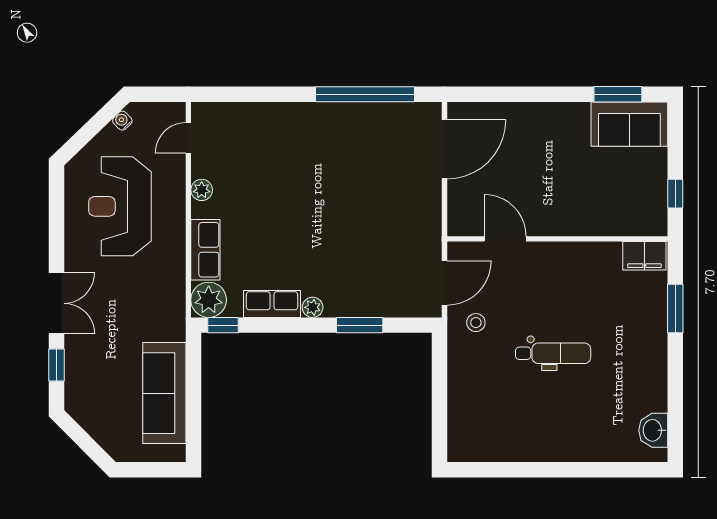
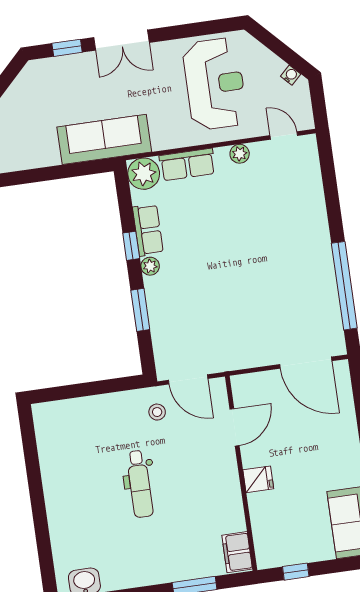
reception desk: (120, 206) -> (215, 84), turned 90
fridge: (567, 221) -> (258, 479), added
window: (223, 325) -> (131, 246), moved
sofa: (164, 393) -> (104, 139), moved

